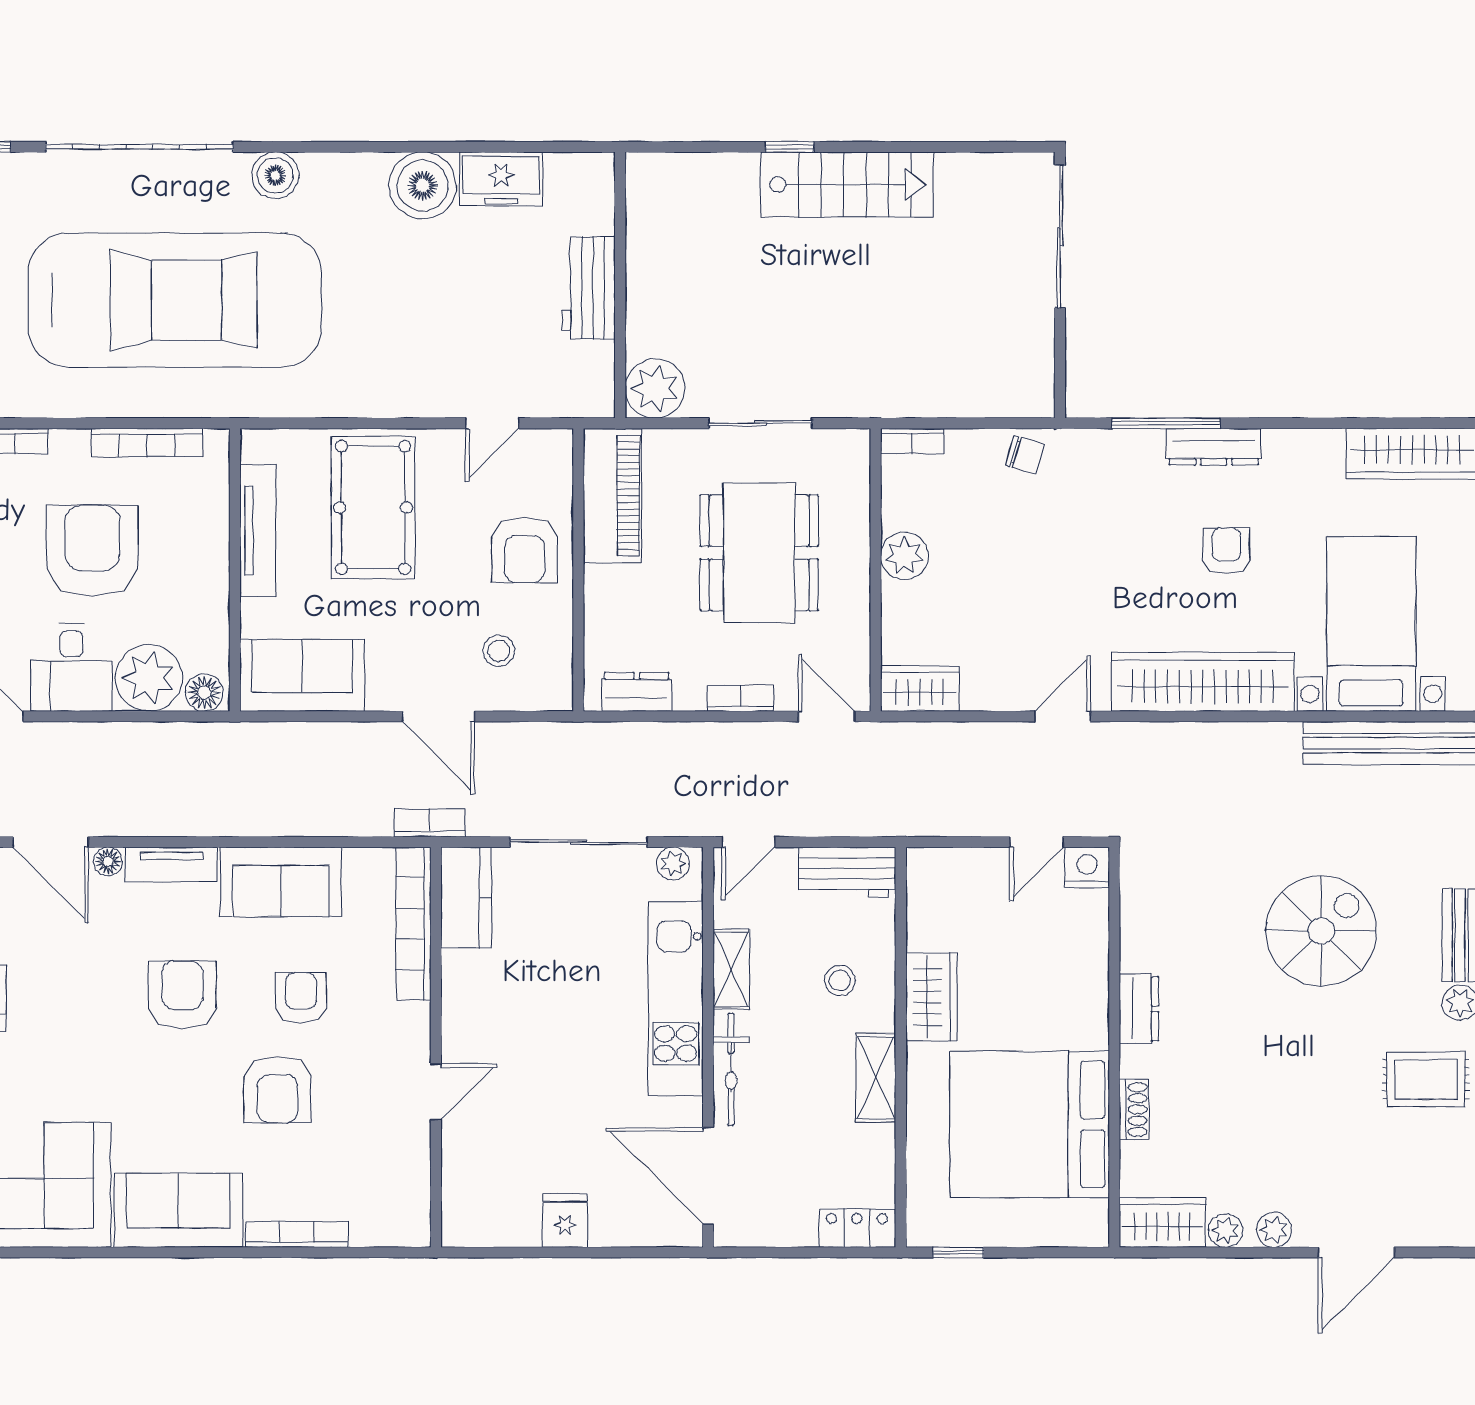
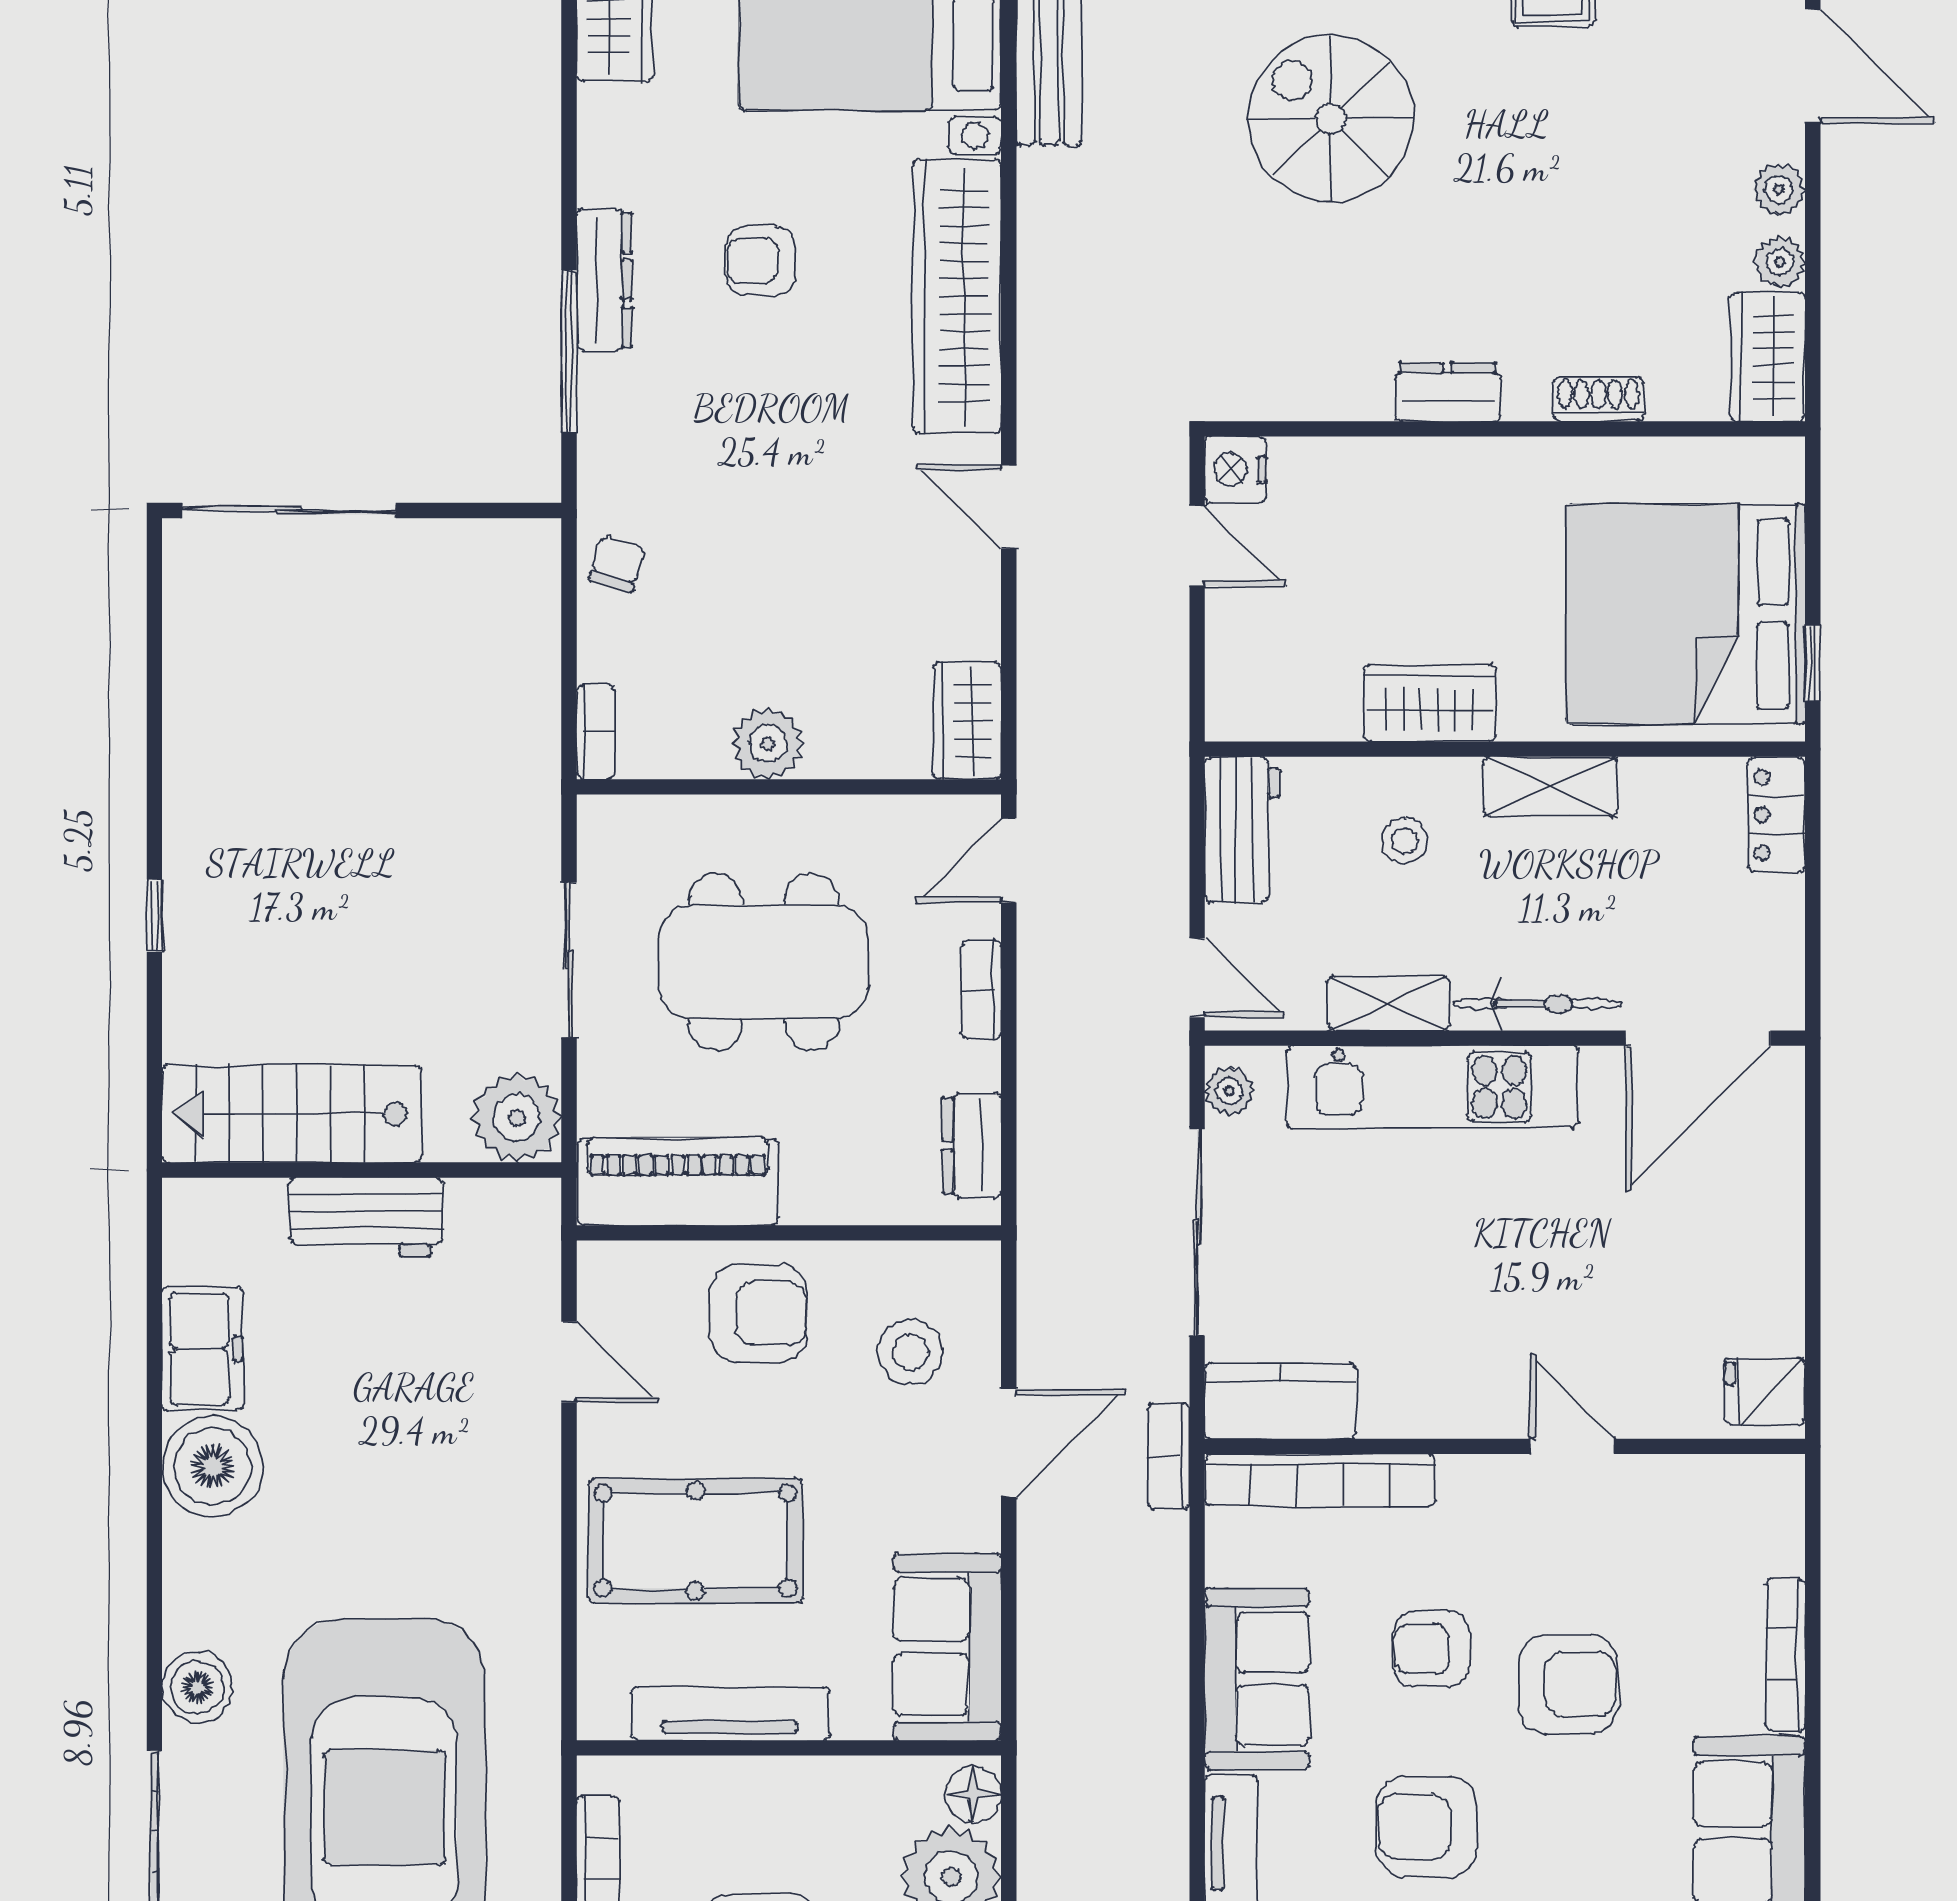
stairs: (847, 184) -> (292, 1114), moved, turned -90
stool: (499, 651) -> (910, 1352), width x1.37, depth x1.37
bed: (1030, 1124) -> (1686, 614), moved, turned 90
fridge: (565, 1221) -> (1765, 1391), moved

